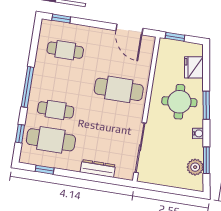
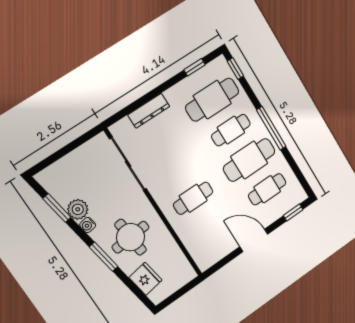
door: (129, 29) -> (254, 240), moved
window: (175, 37) -> (186, 289), removed
cafe table: (60, 80) -> (249, 160), added
cafe table: (119, 89) -> (193, 198), width x0.73, depth x0.74
window: (20, 134) -> (235, 69), moved
plant: (195, 167) -> (78, 209), moved

